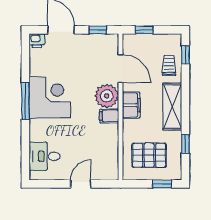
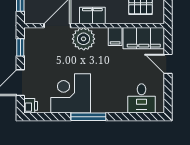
corner desk: (50, 97) -> (71, 93), moved
filing cabinet: (109, 116) -> (115, 37), moved
filing cabinet: (107, 159) -> (144, 38), added

